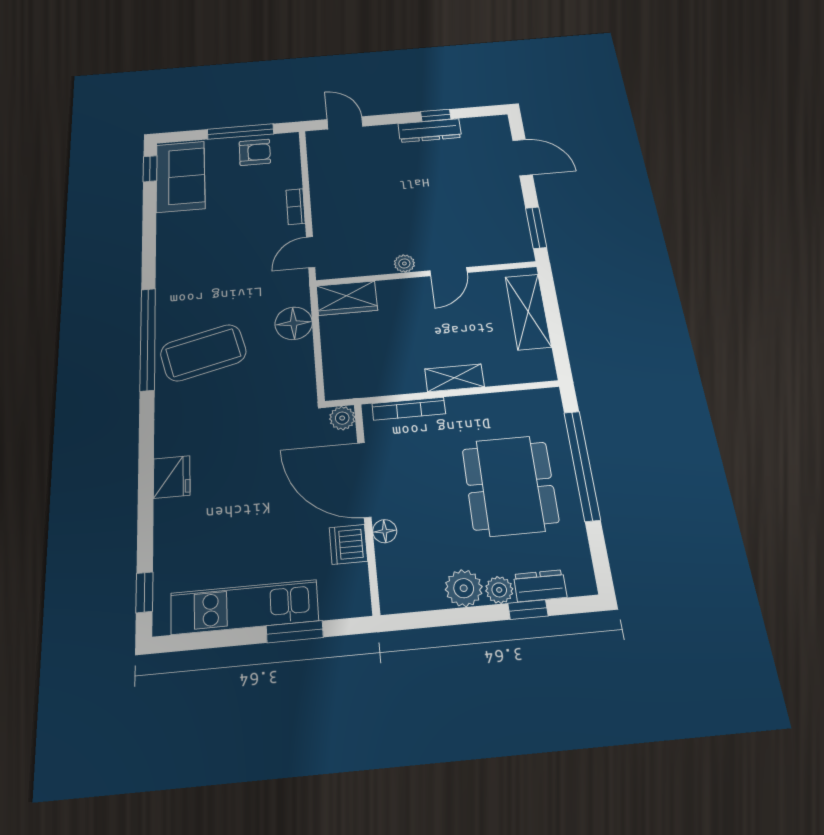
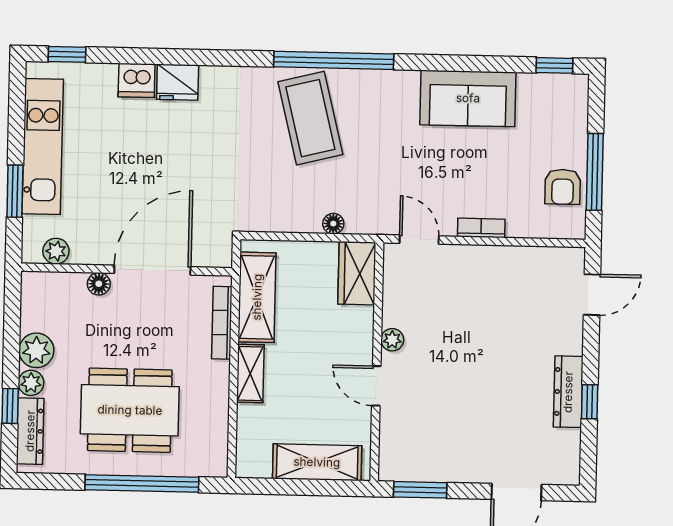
sofa: (181, 176) -> (468, 98), moved
floor lamp: (294, 323) -> (333, 224), width x0.53, depth x0.53
shelving: (380, 380) -> (257, 297), added
plant: (342, 418) -> (56, 251), moved
dishwasher: (348, 544) -> (137, 80), moved, turned 180
dresser: (540, 586) -> (30, 431), width x1.44

